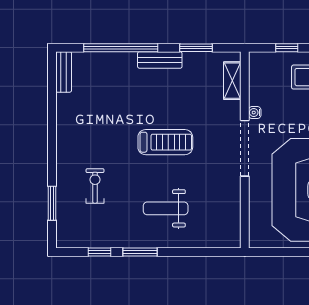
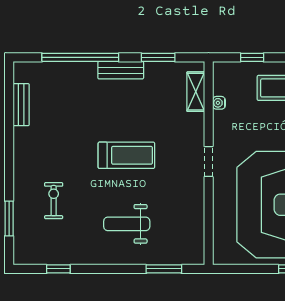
bench: (64, 72) -> (21, 105), moved
water cooler: (255, 113) -> (219, 103), moved
doorway: (245, 148) -> (209, 162), width x0.53
window: (140, 252) -> (164, 269), moved

